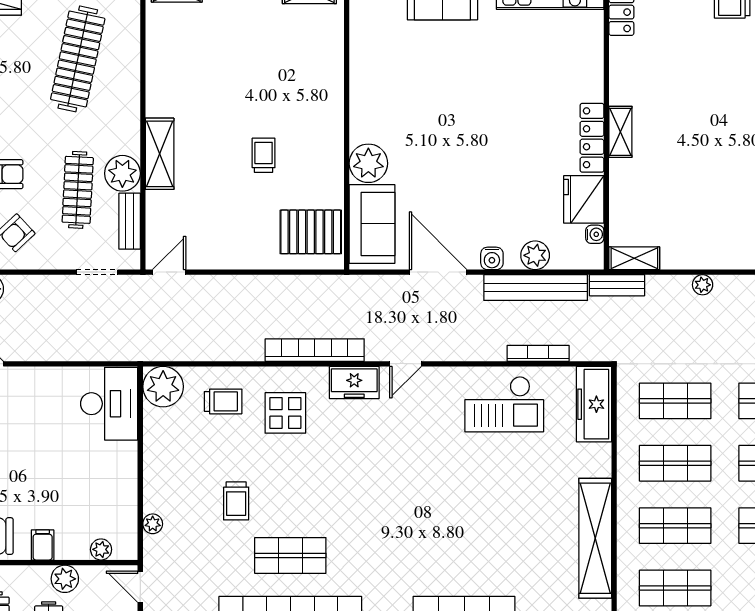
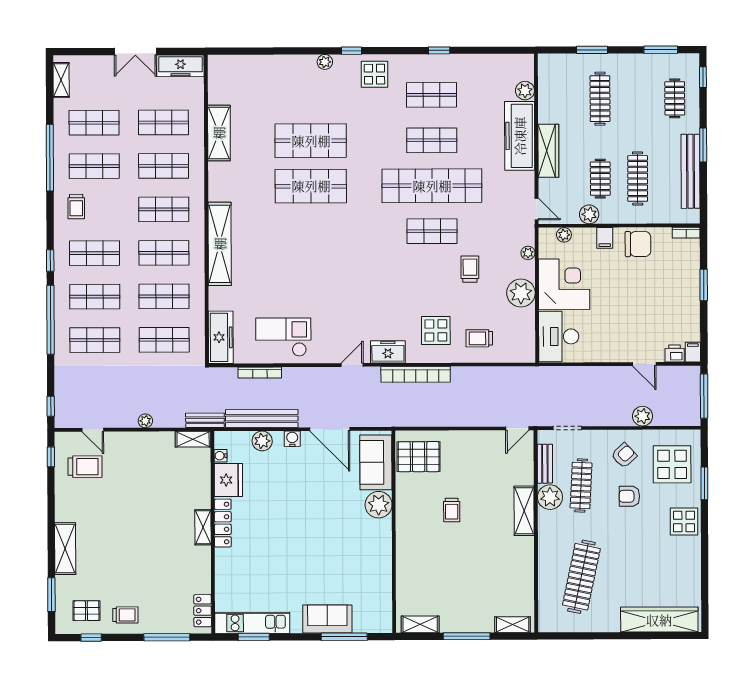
plant: (163, 387) -> (521, 293), moved
corner desk: (101, 479) -> (564, 284), added

